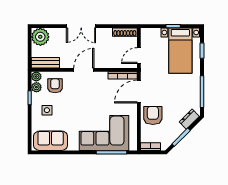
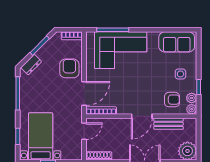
bench: (45, 63) -> (169, 124), moved
armchair: (55, 86) -> (172, 100), turned -90
armchair: (153, 115) -> (69, 68), turned 180

